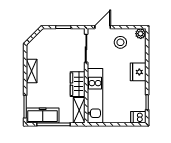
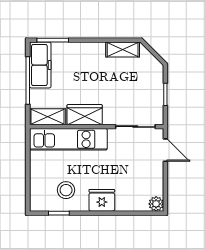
stool: (120, 42) -> (66, 190), moved
shelving: (32, 71) -> (123, 50), moved
dishwasher: (138, 117) -> (38, 201), removed

